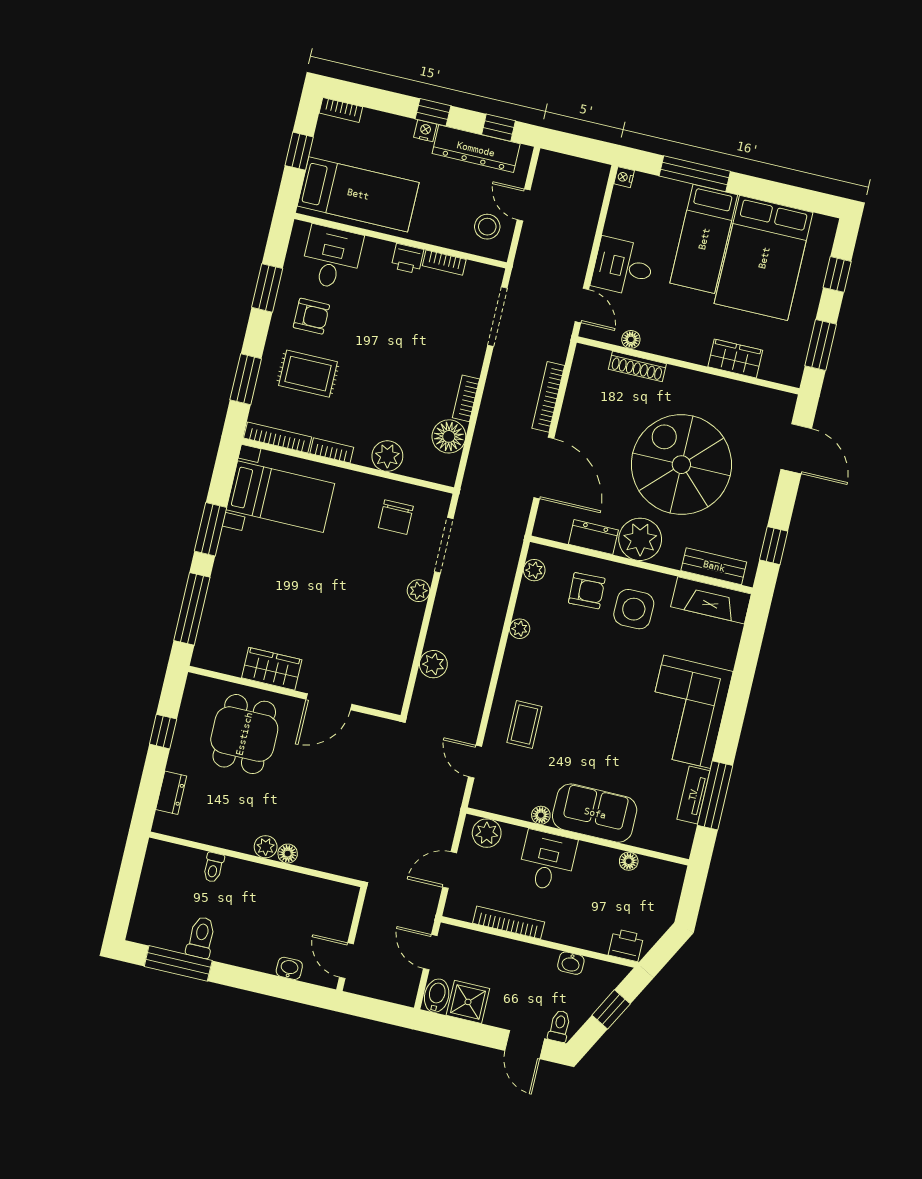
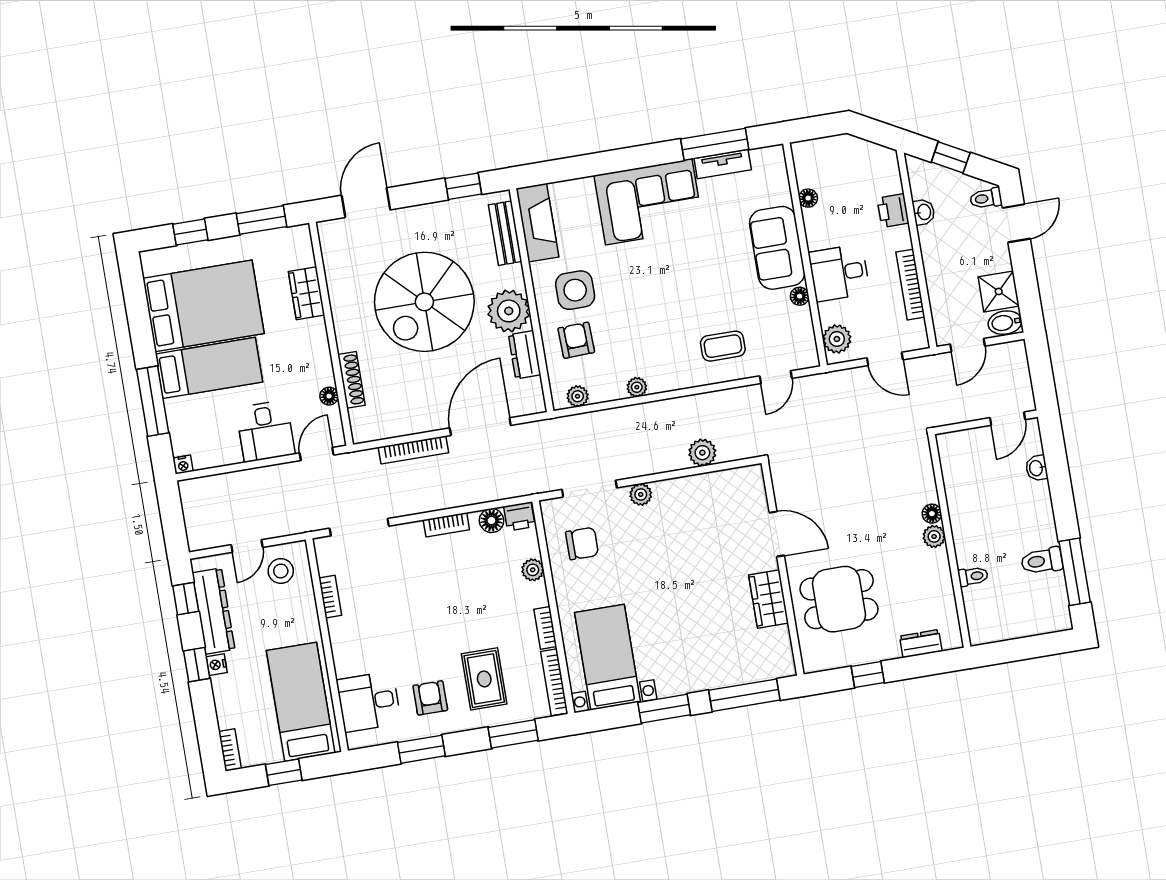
printer: (407, 259) -> (519, 516), moved, turned 90
floor lamp: (449, 436) -> (492, 521), width x0.73, depth x0.73
plant: (387, 456) -> (533, 570), width x0.73, depth x0.73
printer: (626, 945) -> (893, 211), moved

